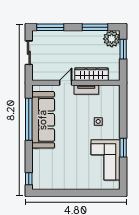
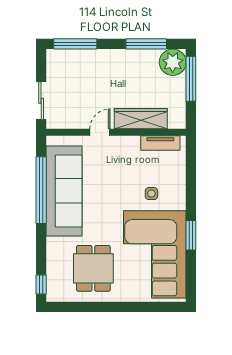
window: (123, 49) -> (191, 79), width x1.44
sliding door: (29, 53) -> (41, 101), moved
tv unit: (86, 90) -> (160, 143), moved
corner sofa: (106, 160) -> (155, 254), width x1.36, depth x1.36
dining table: (62, 169) -> (93, 268), added

